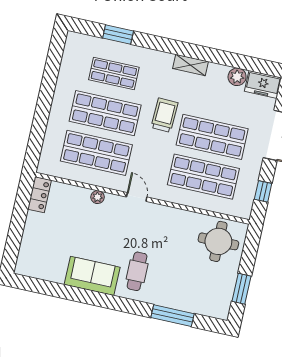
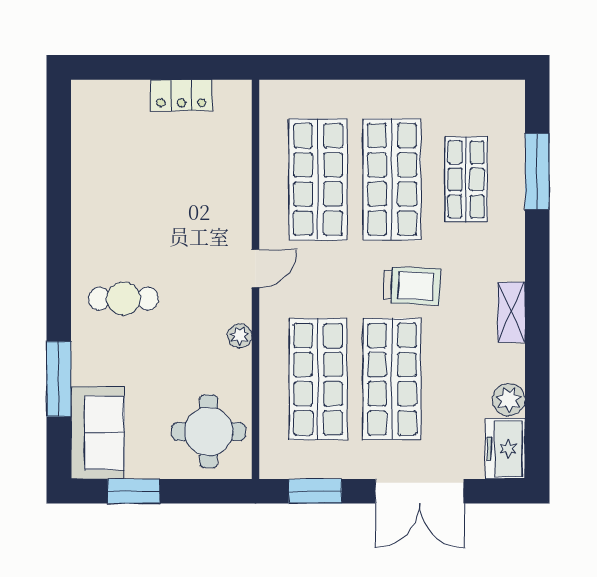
window: (118, 34) -> (537, 171), width x1.44
window: (263, 191) -> (315, 491), width x1.50
locker: (40, 195) -> (181, 95), moved
plant: (97, 197) -> (240, 336), moved
sofa: (92, 276) -> (98, 433), moved

